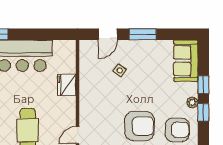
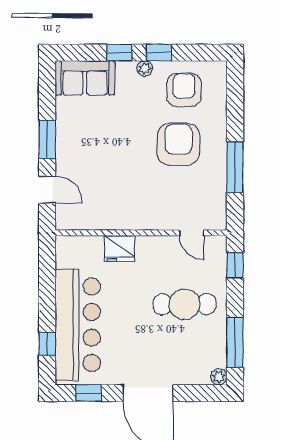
side table: (120, 70) -> (99, 172), removed

